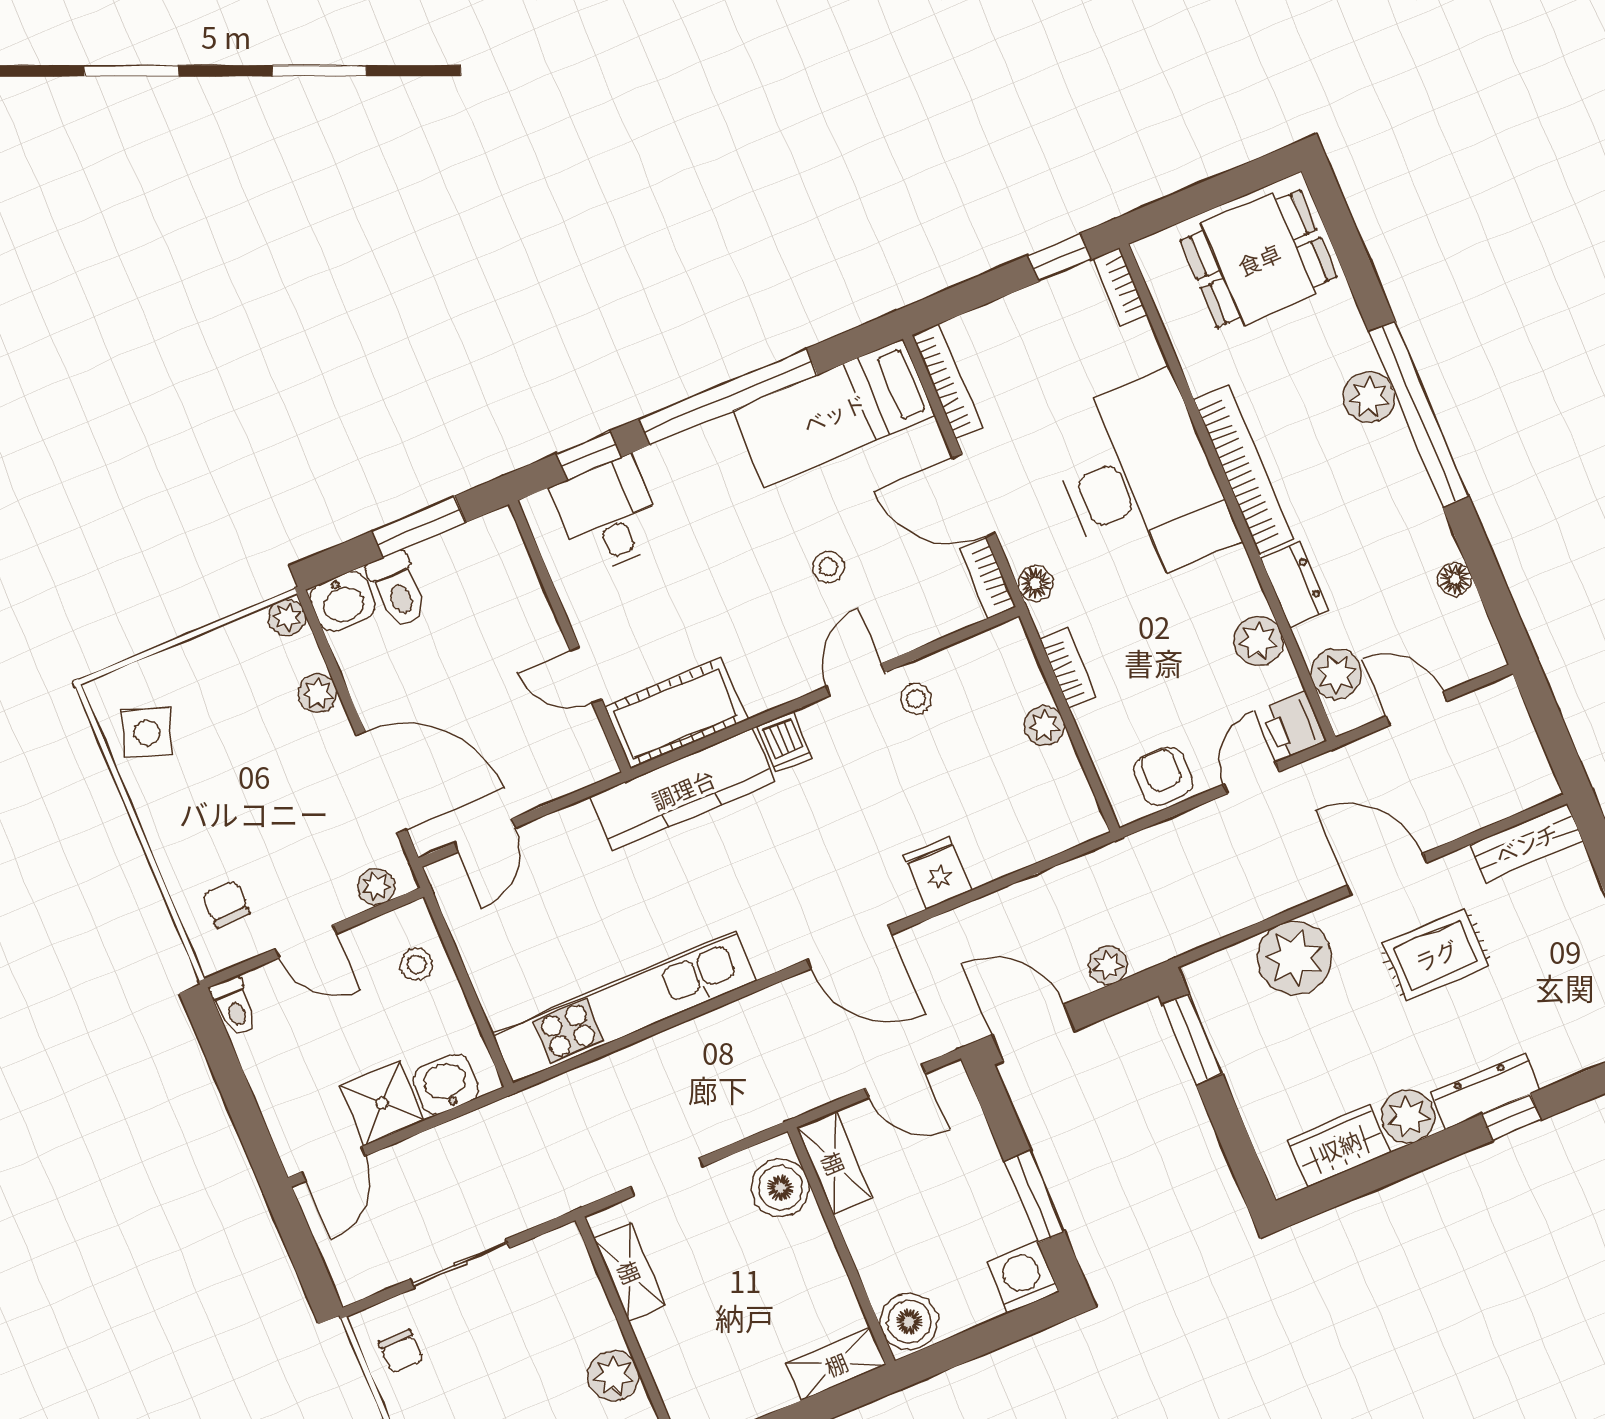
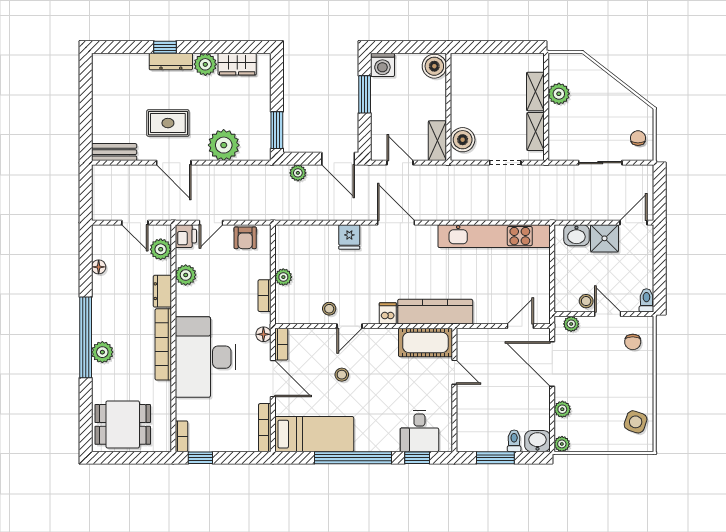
toilet: (397, 590) -> (514, 441), width x0.73, depth x0.72
stool: (416, 964) -> (586, 301), moved
shelving: (836, 1364) -> (535, 91), moved, turned 90

